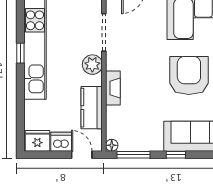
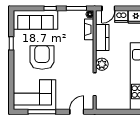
armchair: (189, 75) -> (42, 57), turned 180
fireplace: (113, 88) -> (89, 29), moved
door: (82, 155) -> (108, 8), hinge flipped

